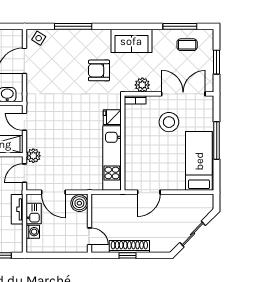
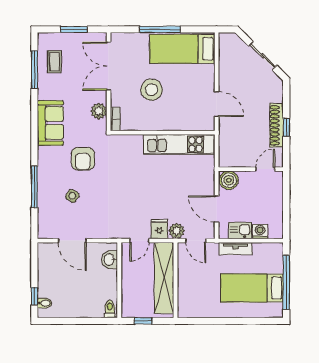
side table: (39, 38) -> (72, 196), moved
fridge: (112, 117) -> (159, 229), moved, turned 180
stool: (169, 122) -> (152, 90), moved
door: (53, 192) -> (217, 209), swing flipped

